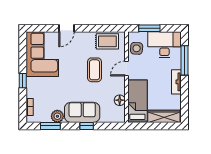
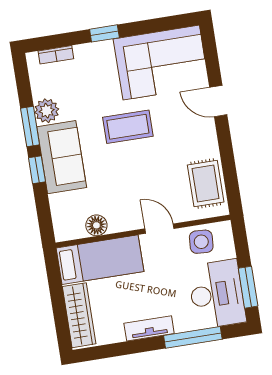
window: (149, 28) -> (248, 287), moved
coffee table: (95, 70) -> (128, 127), moved
window: (50, 126) -> (30, 126), moved

